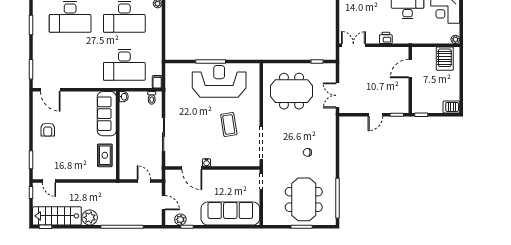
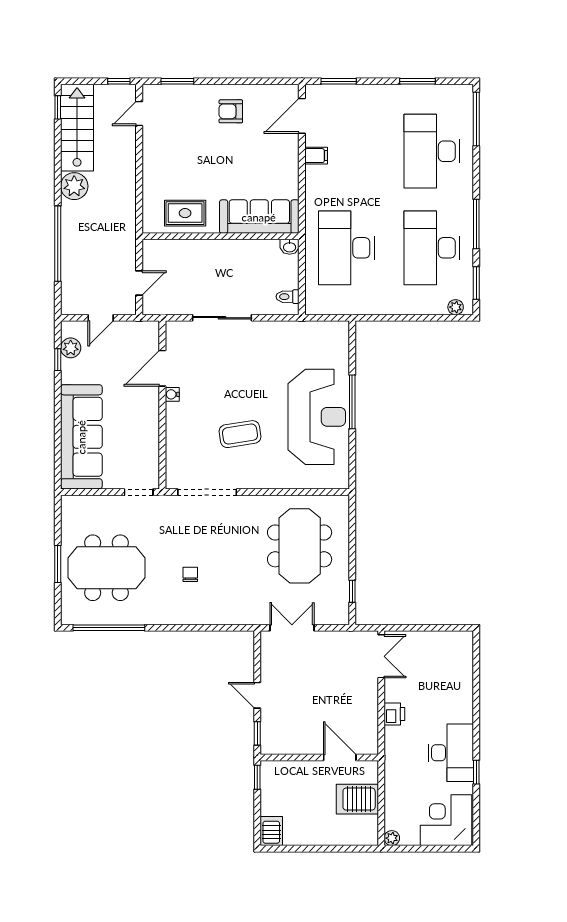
server rack: (445, 59) -> (357, 799), moved
filing cabinet: (157, 82) -> (316, 156), moved

